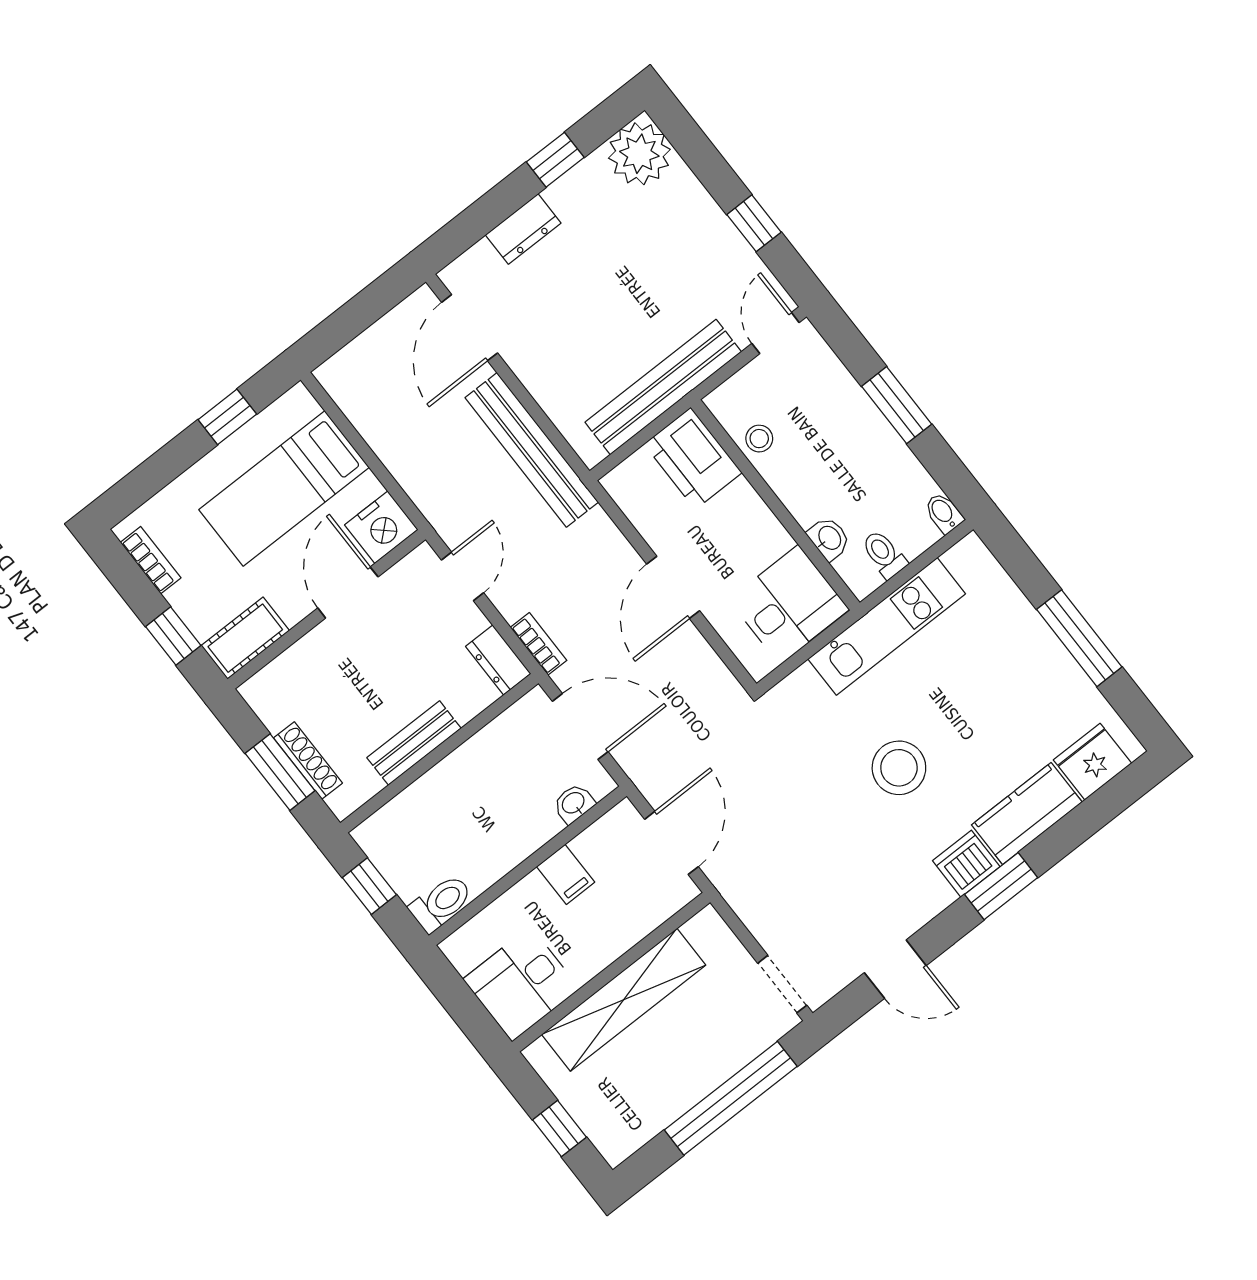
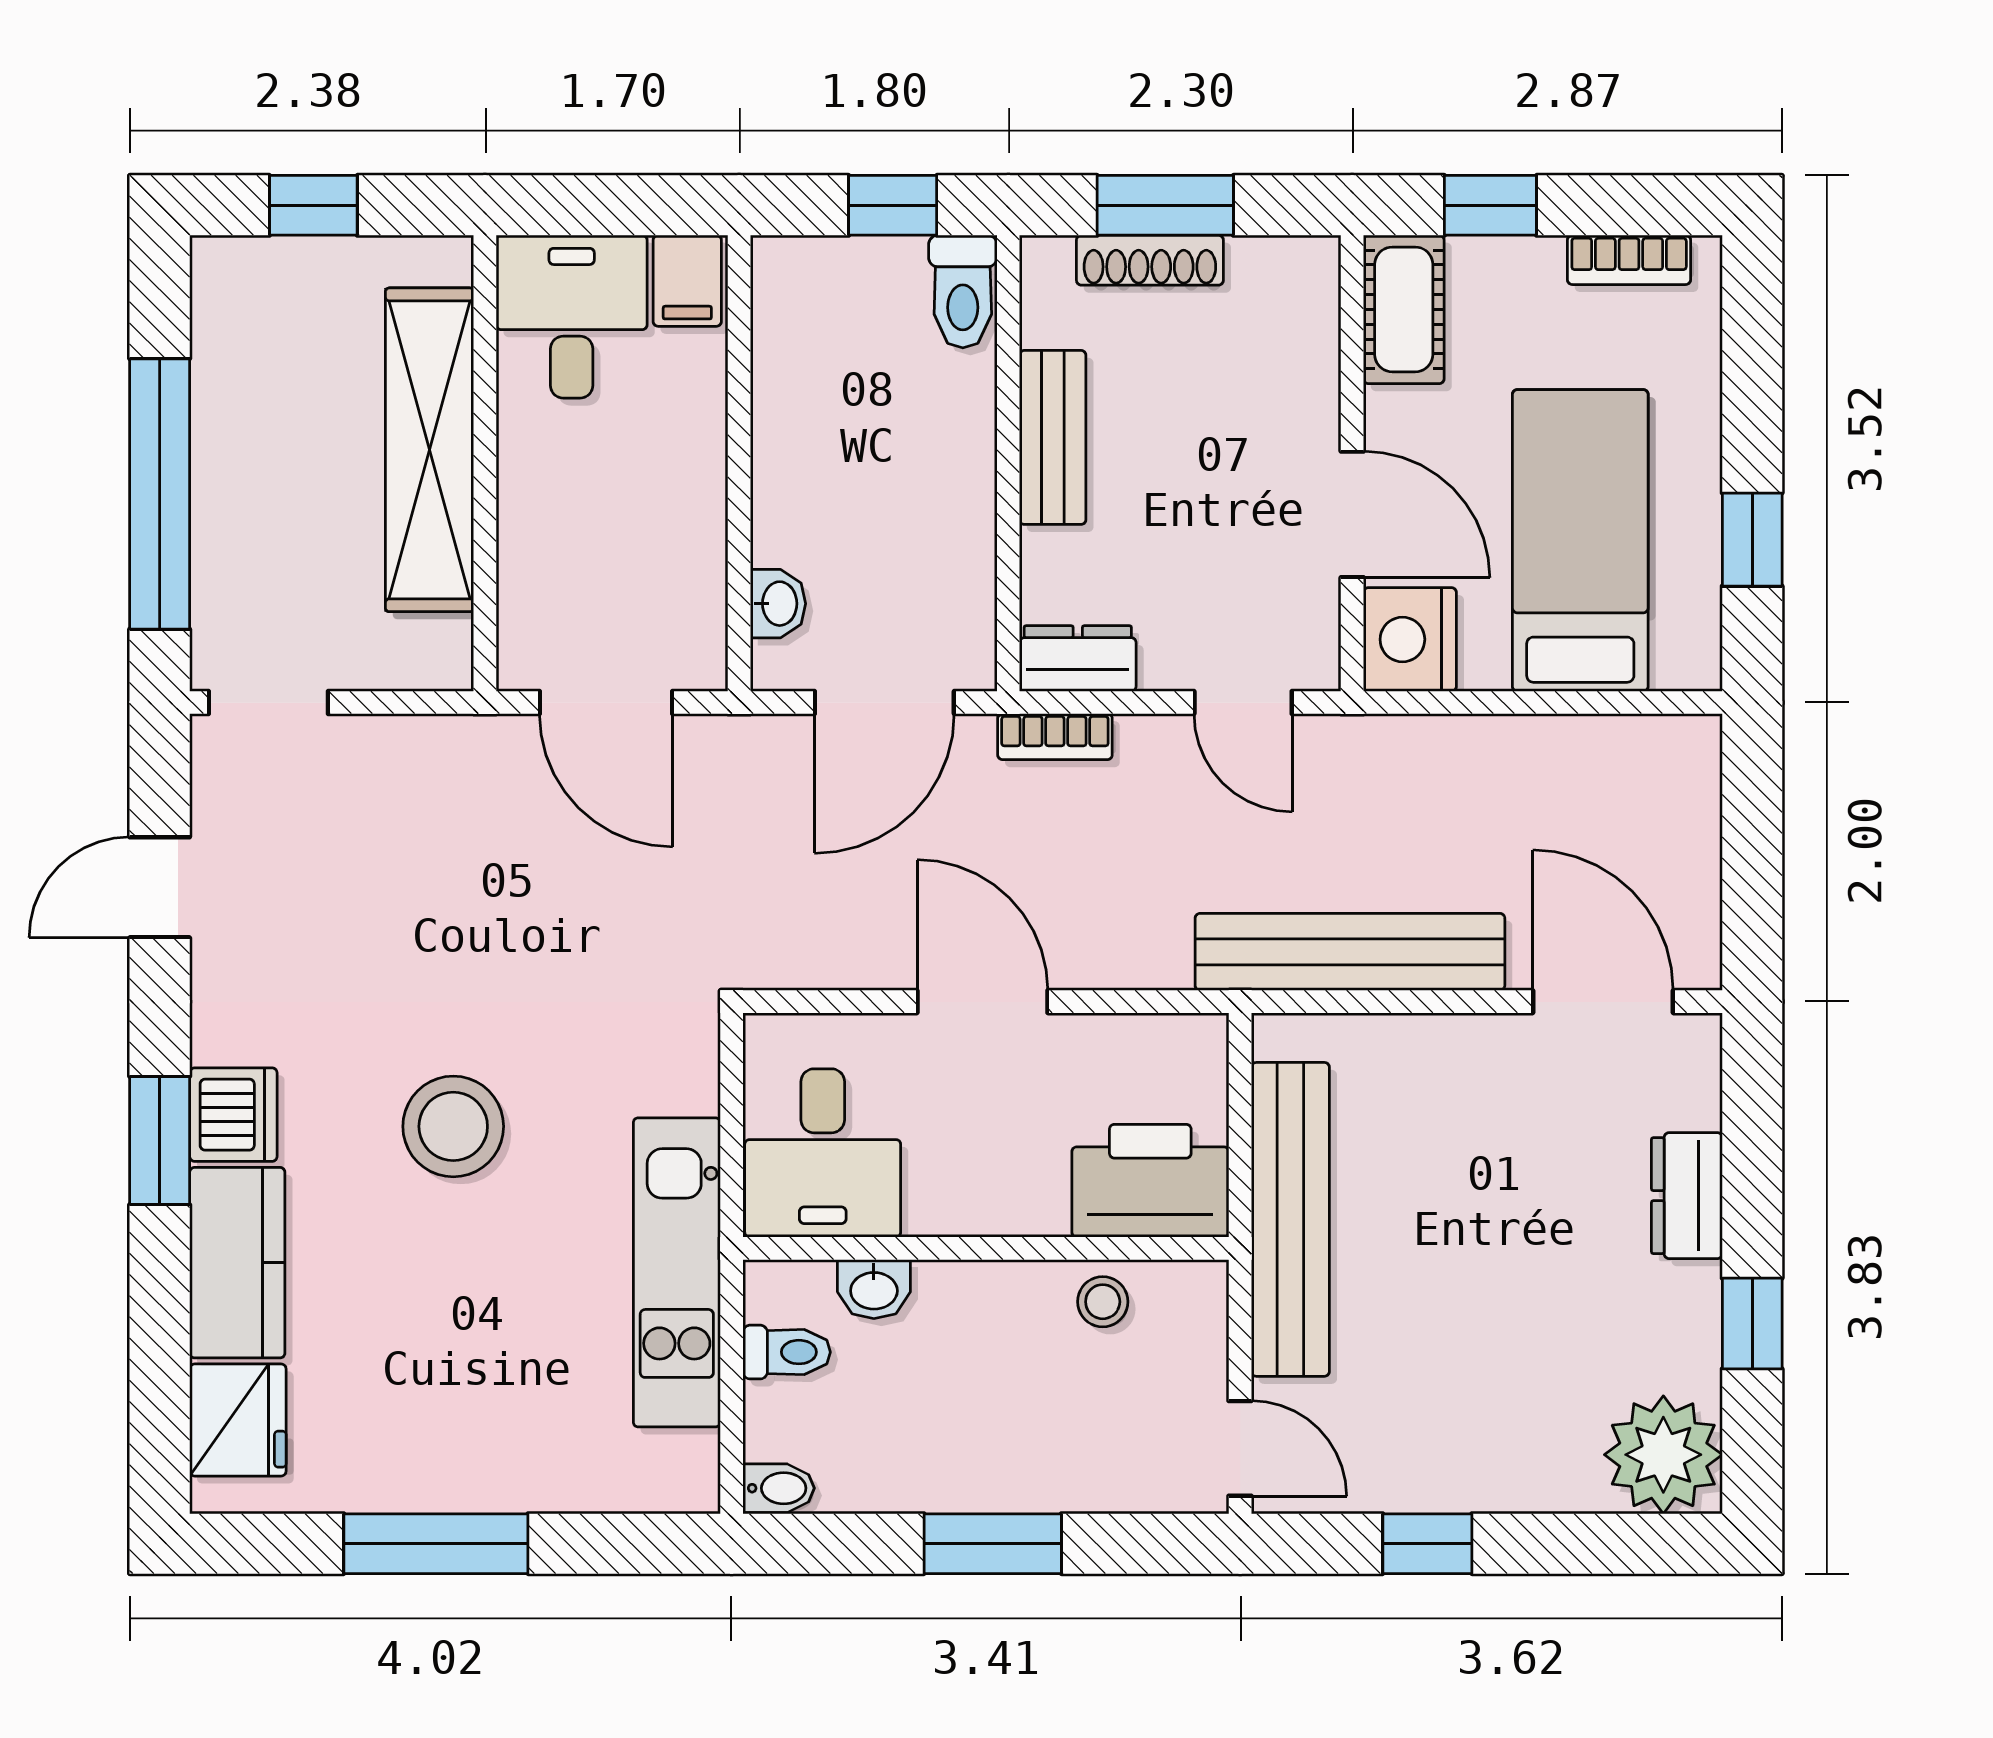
filing cabinet: (566, 874) -> (687, 281), moved, turned -90
toilet: (441, 903) -> (963, 292), moved

